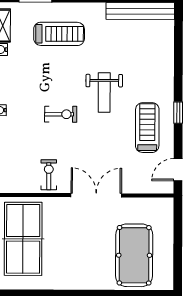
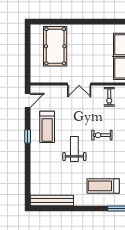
double door: (96, 195) -> (79, 84), width x0.73

